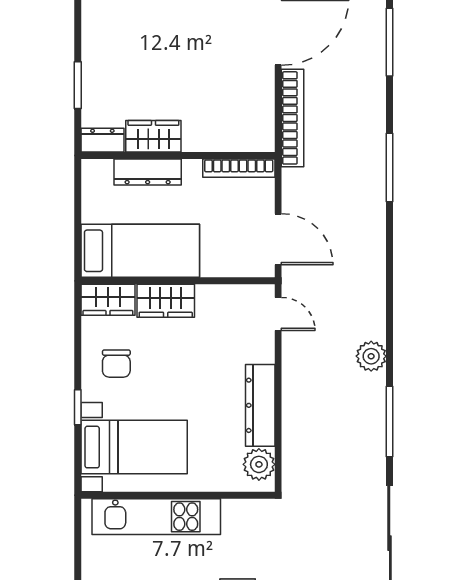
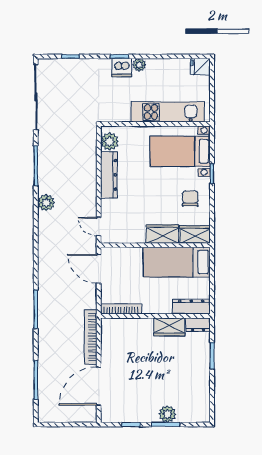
dresser: (148, 172) -> (191, 307), moved

